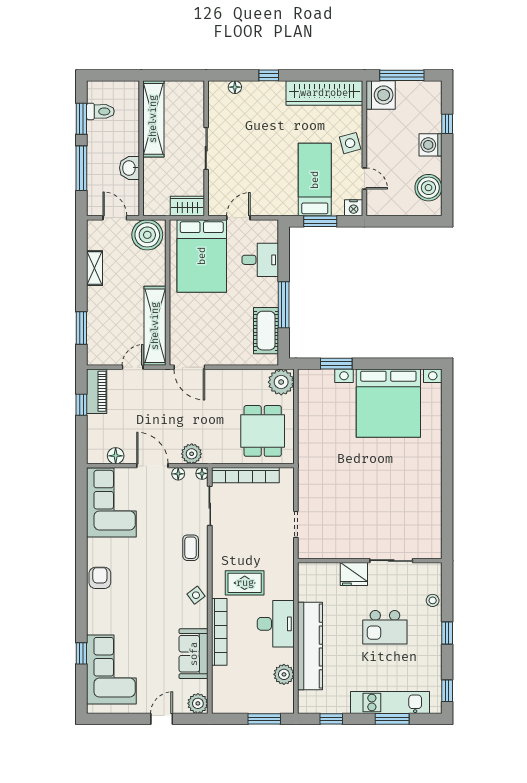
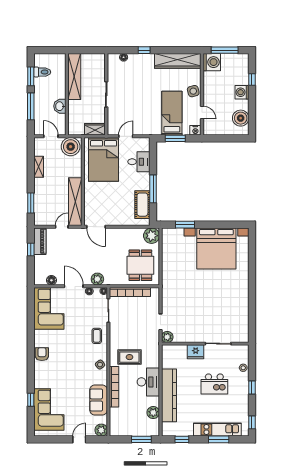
plant: (307, 549) -> (167, 337), added

